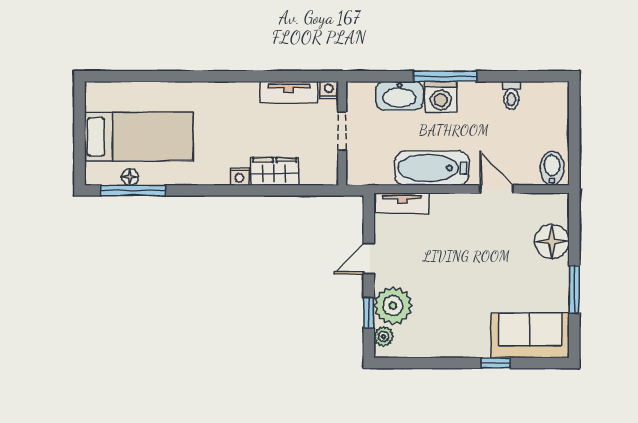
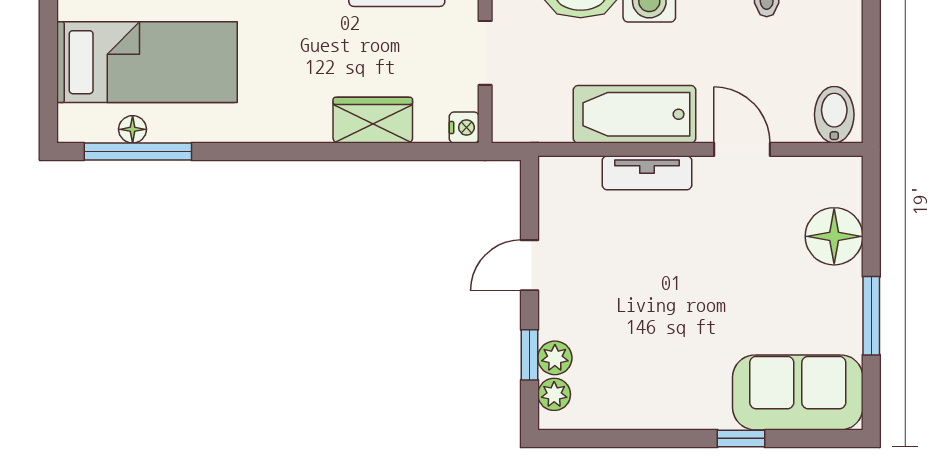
nightstand: (239, 176) -> (464, 127), moved, turned -90
tv unit: (402, 203) -> (647, 173), moved
plant: (393, 306) -> (555, 358), width x0.53, depth x0.53

